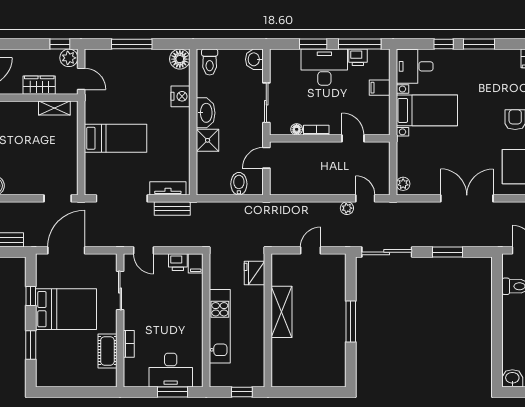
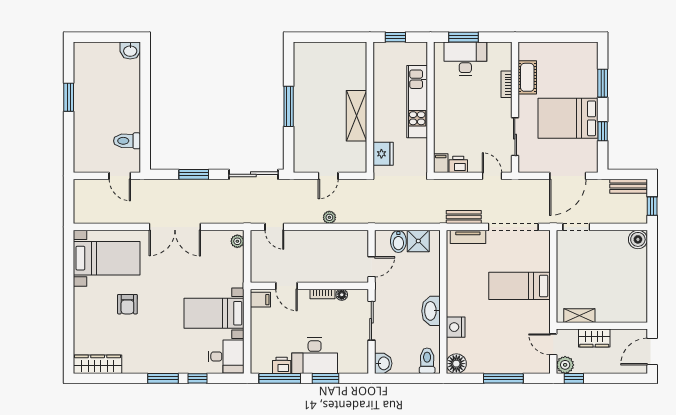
filing cabinet: (380, 88) -> (260, 300), moved
shower: (208, 140) -> (418, 241), moved
plant: (347, 208) -> (329, 217), moved

